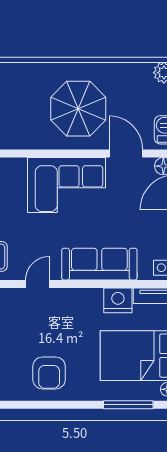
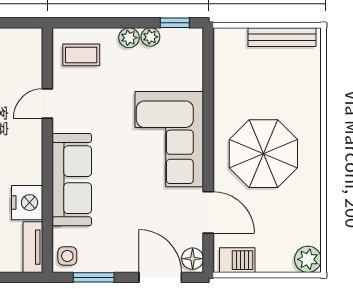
door: (126, 153) -> (208, 212), hinge flipped
door: (38, 284) -> (47, 103), swing flipped

